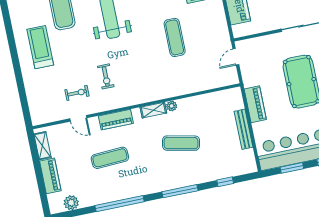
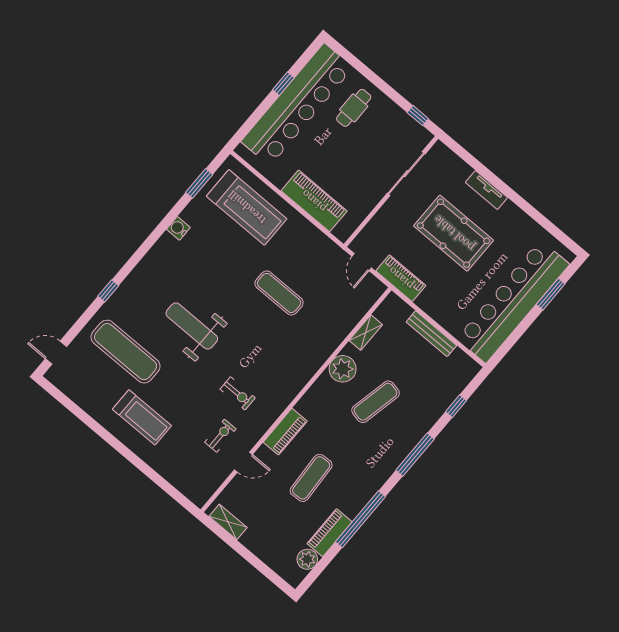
treadmill: (40, 47) -> (142, 417), turned 180
piano: (255, 104) -> (401, 278), moved
plant: (172, 106) -> (343, 369), width x1.87, depth x1.87
shelving: (153, 110) -> (366, 333), moved
window: (292, 168) -> (516, 335), removed
piano: (50, 176) -> (330, 533), moved, turned -90

